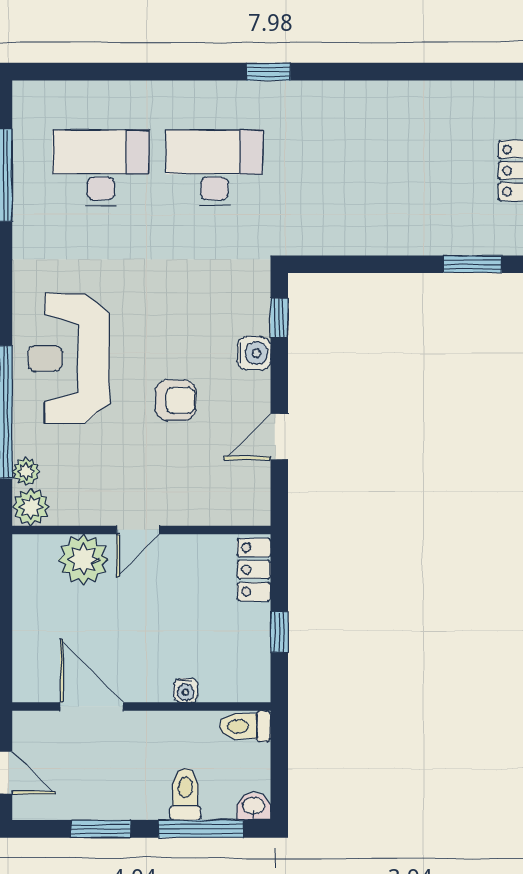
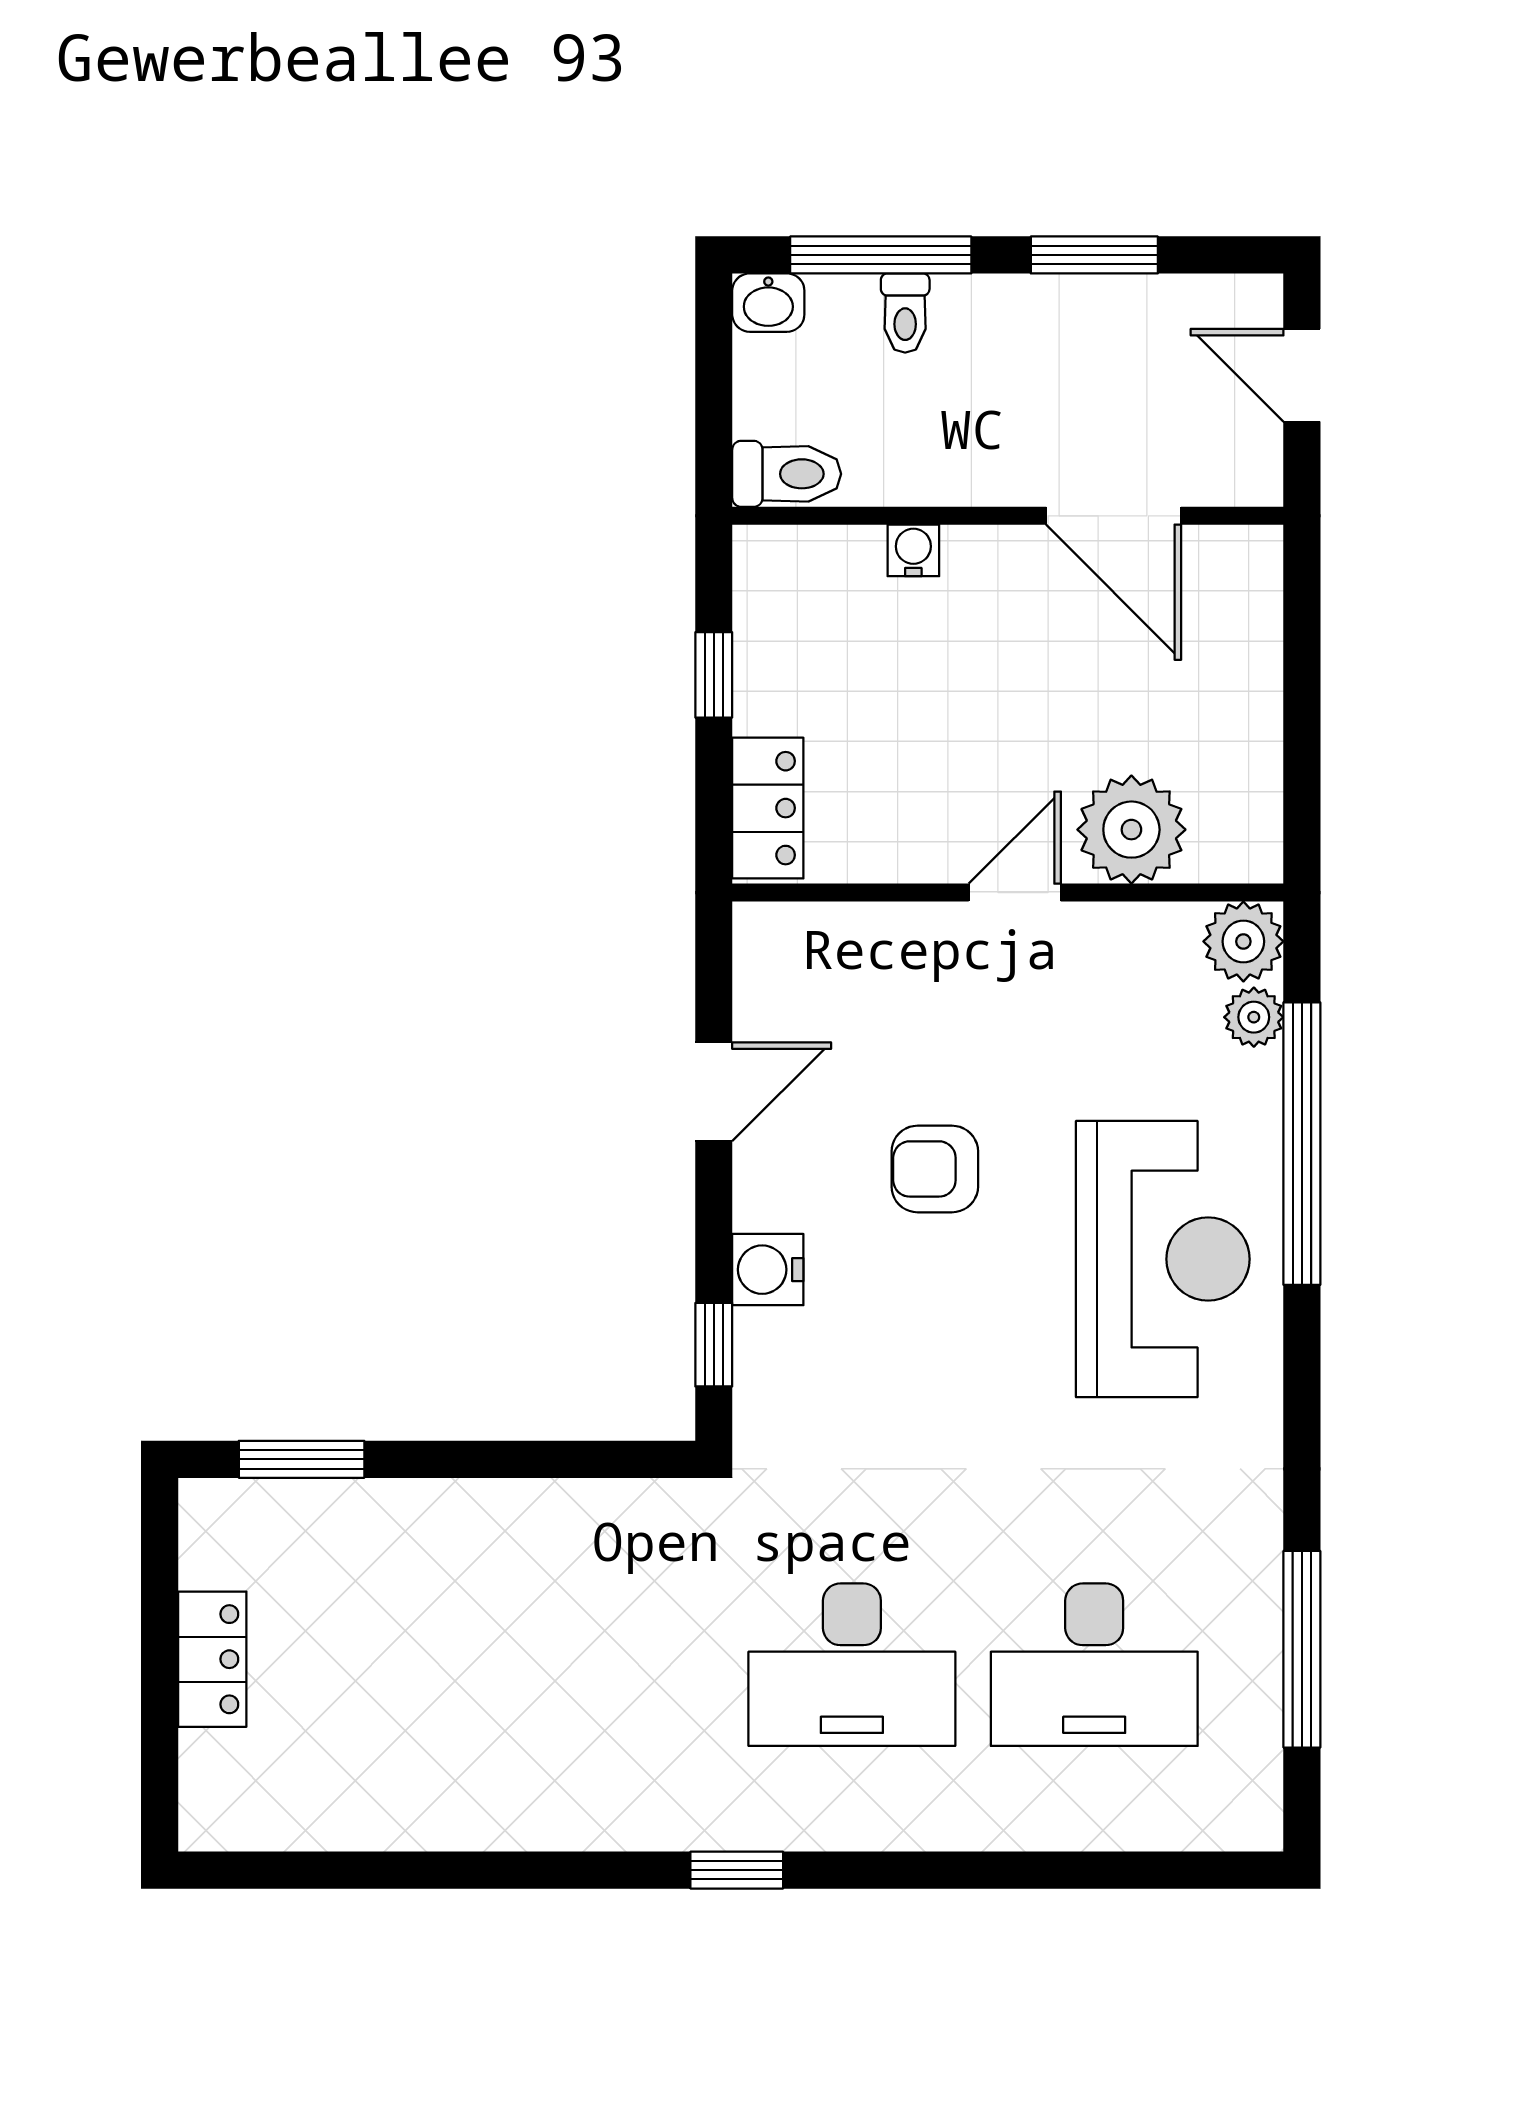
toilet: (185, 794) -> (905, 313), width x0.73, depth x0.72

